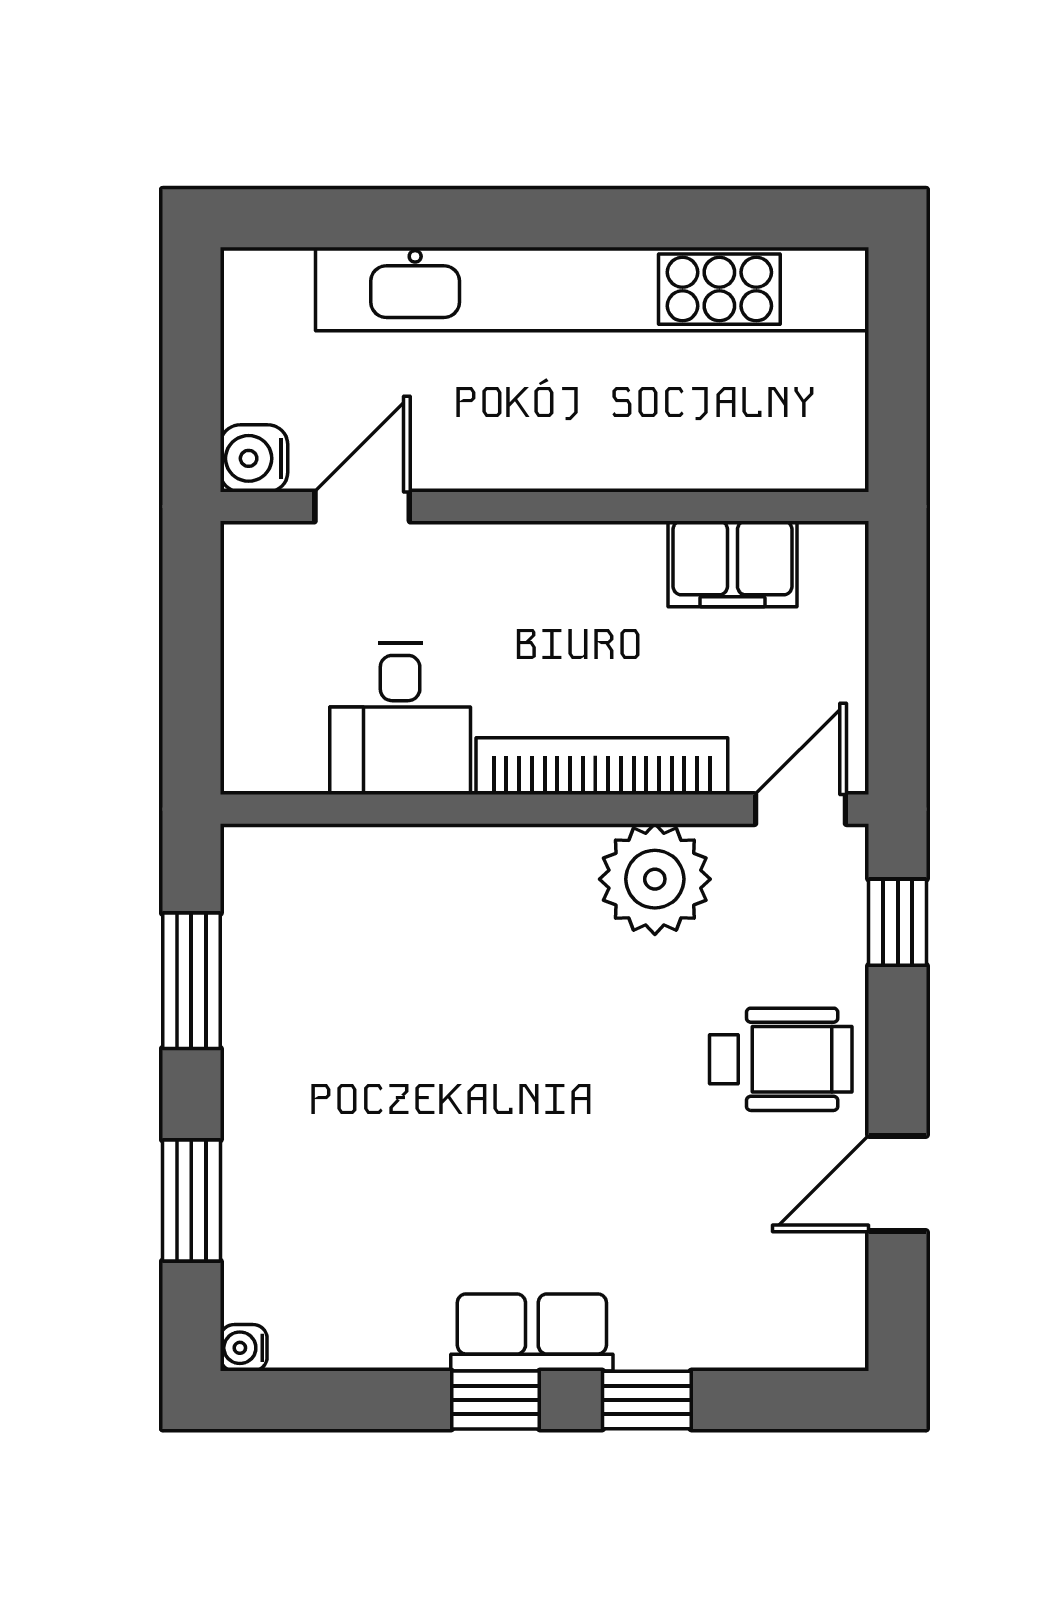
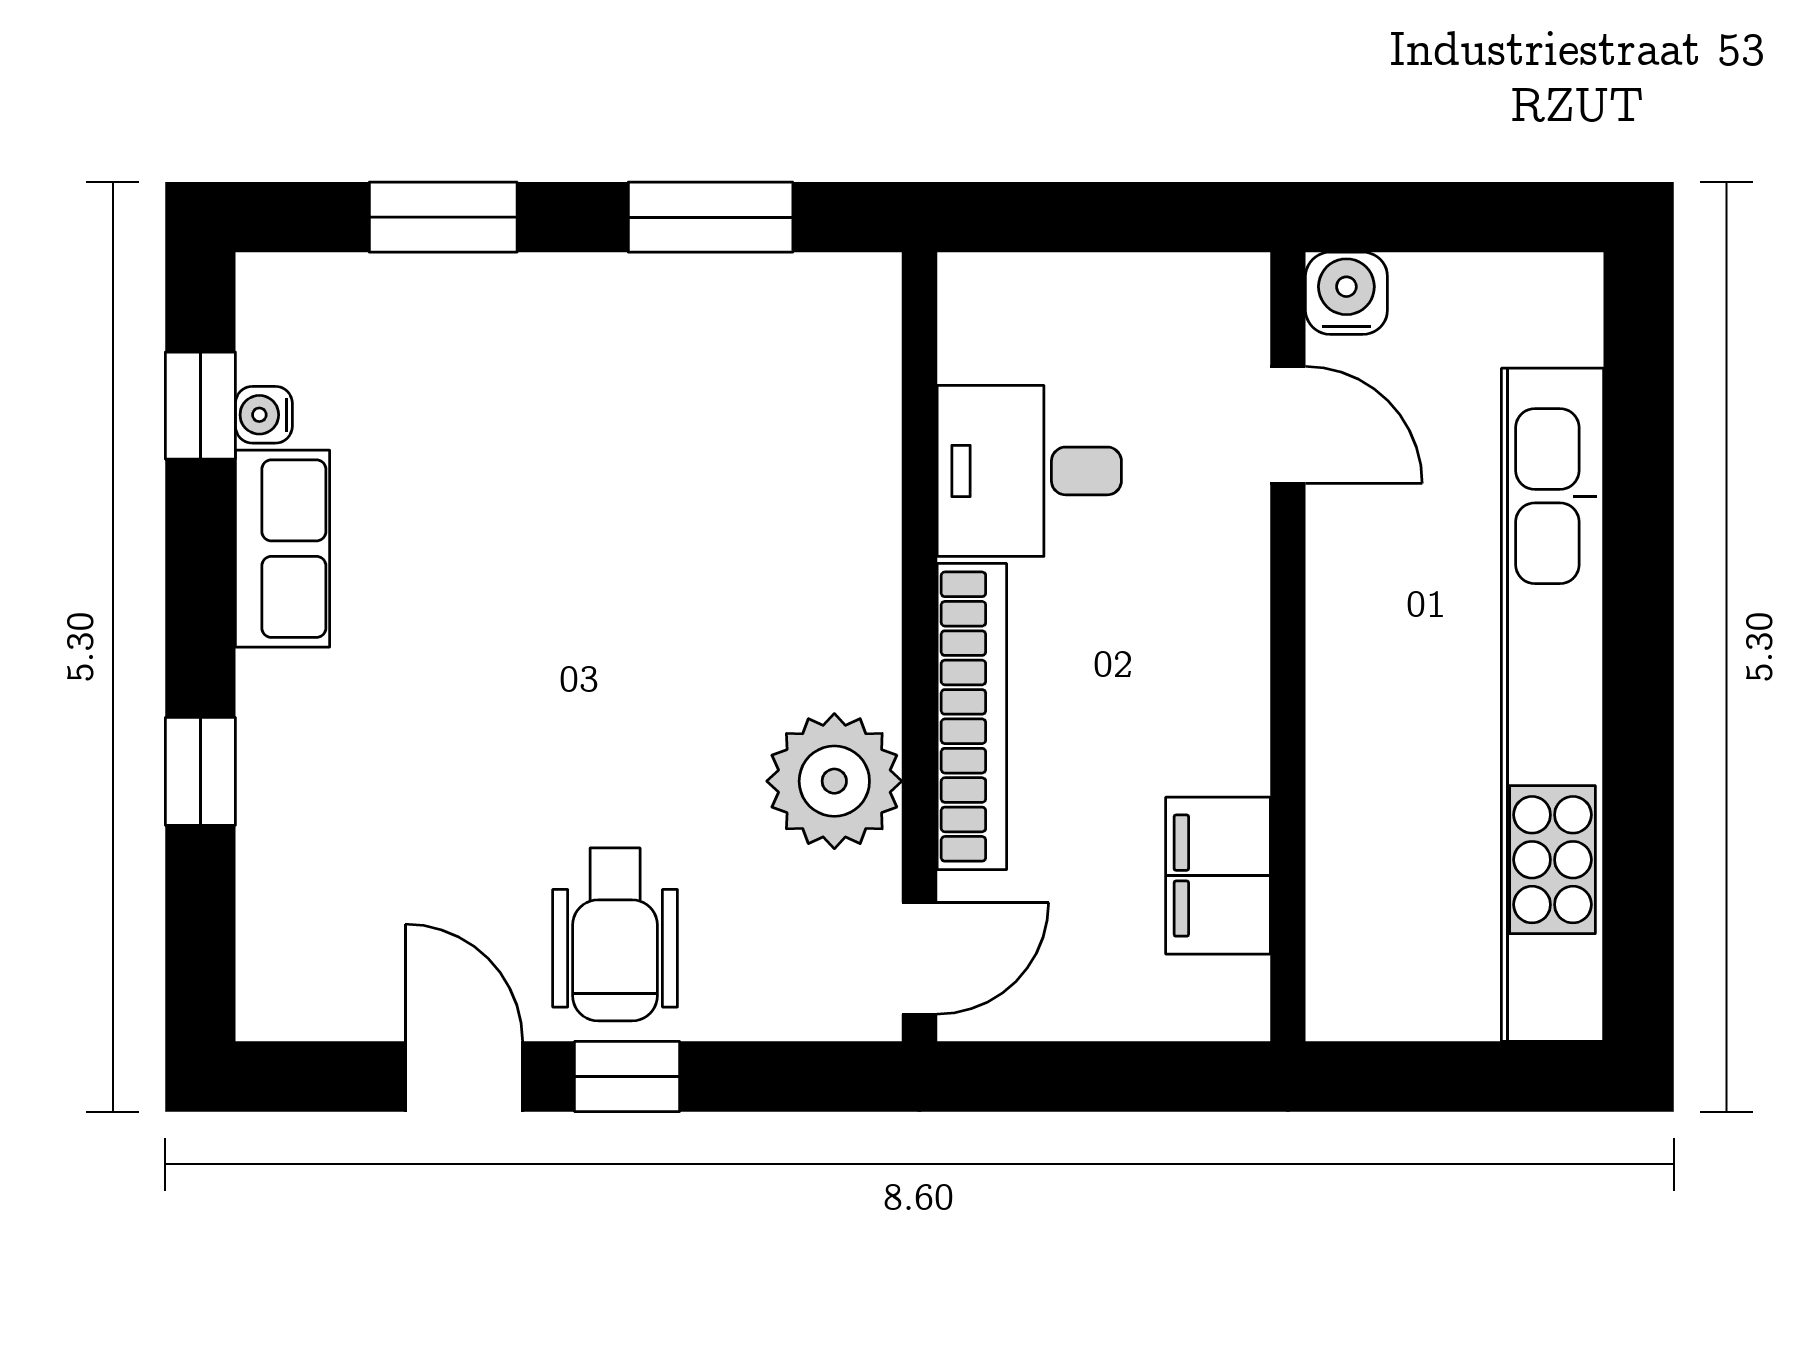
door: (801, 809) -> (919, 958), hinge flipped
window: (898, 922) -> (627, 1077), moved
row of seats: (532, 1332) -> (283, 549), moved
water cooler: (244, 1348) -> (264, 415), moved, turned -90
window: (496, 1400) -> (200, 406), moved

